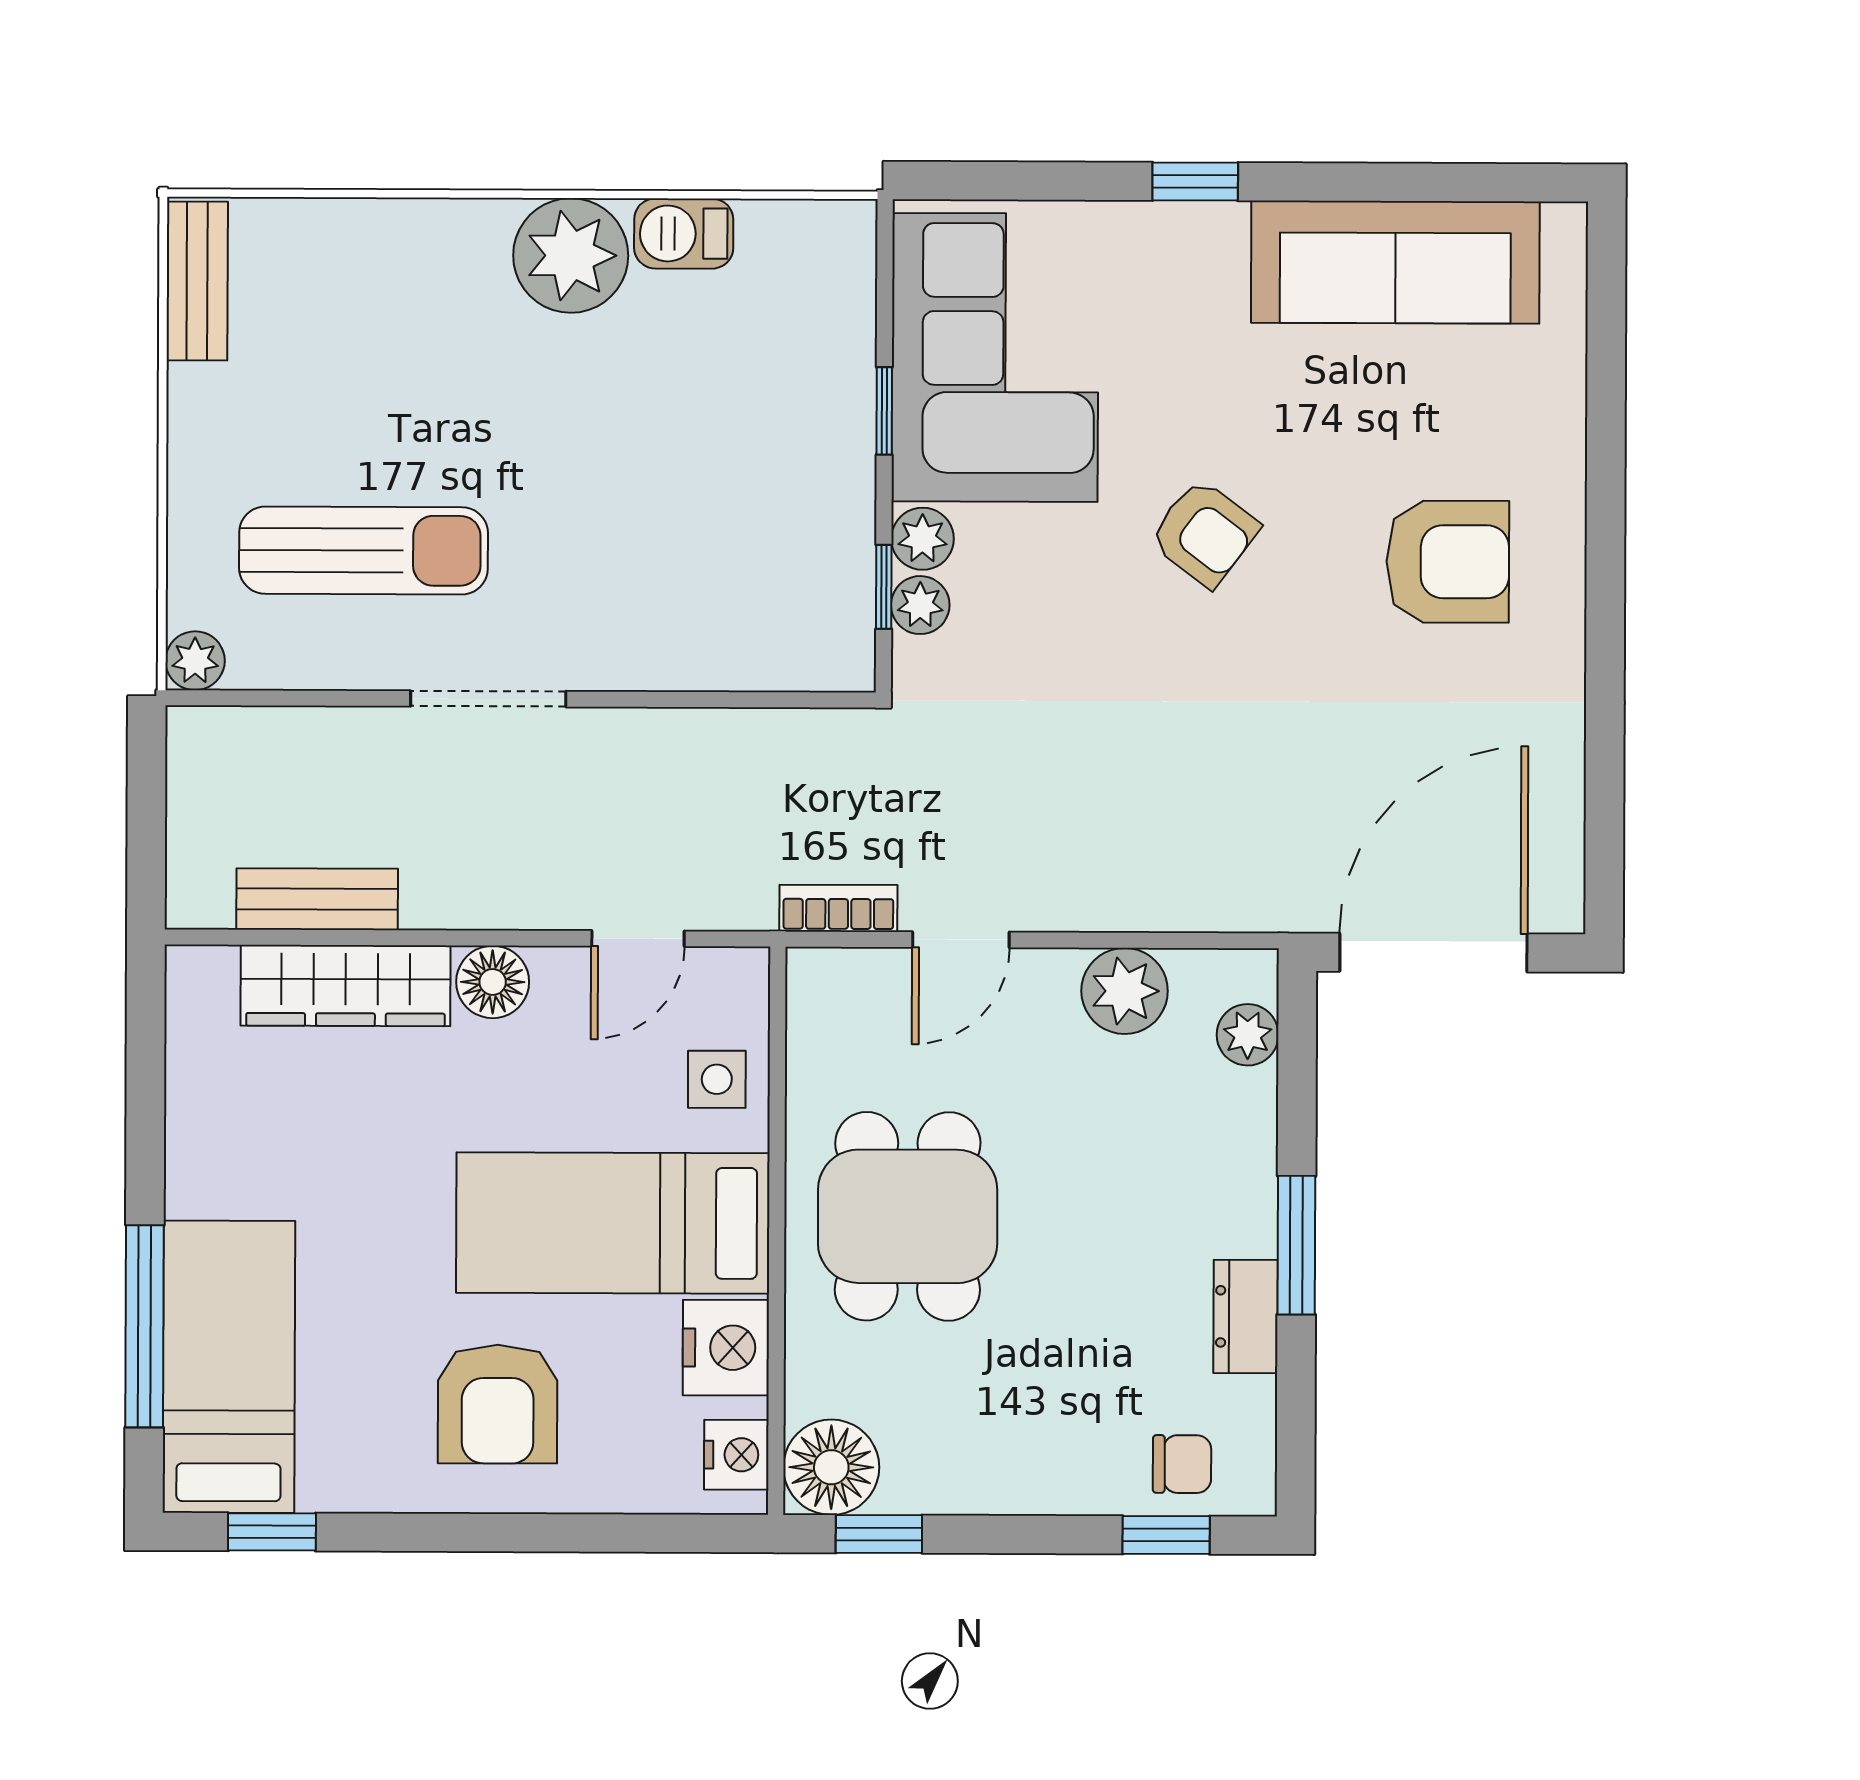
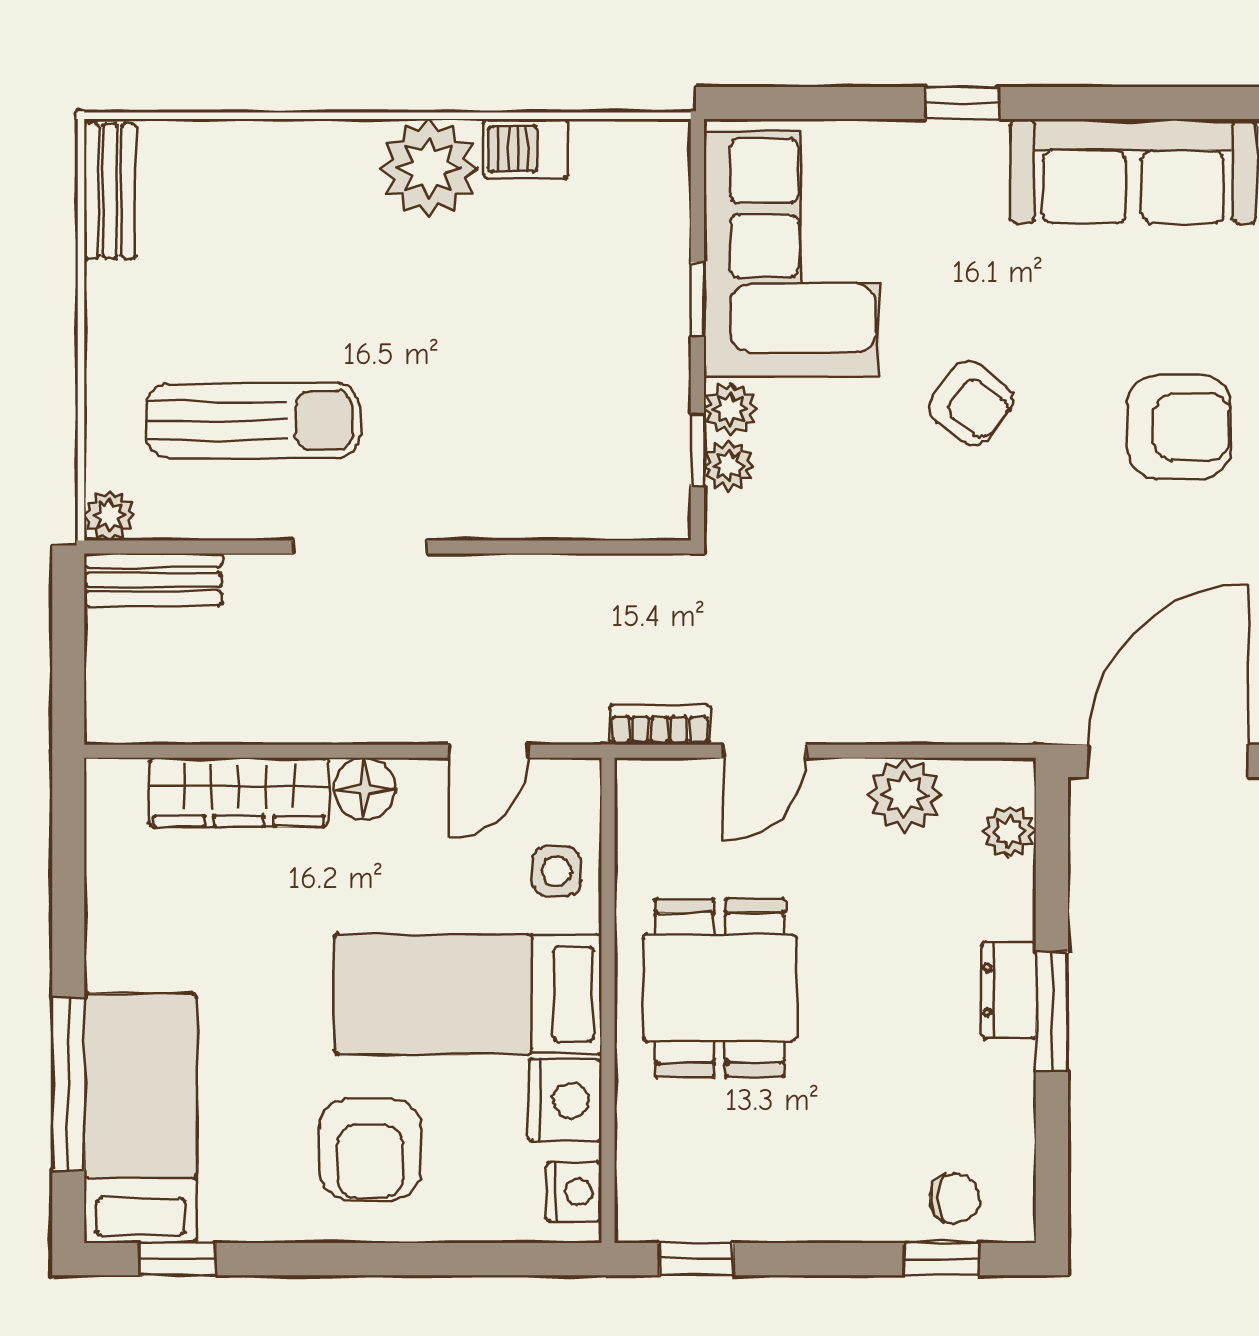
bench: (317, 899) -> (153, 580), moved
dresser: (1246, 1316) -> (1009, 990), moved
floor lamp: (831, 1467) -> (655, 1202), removed

